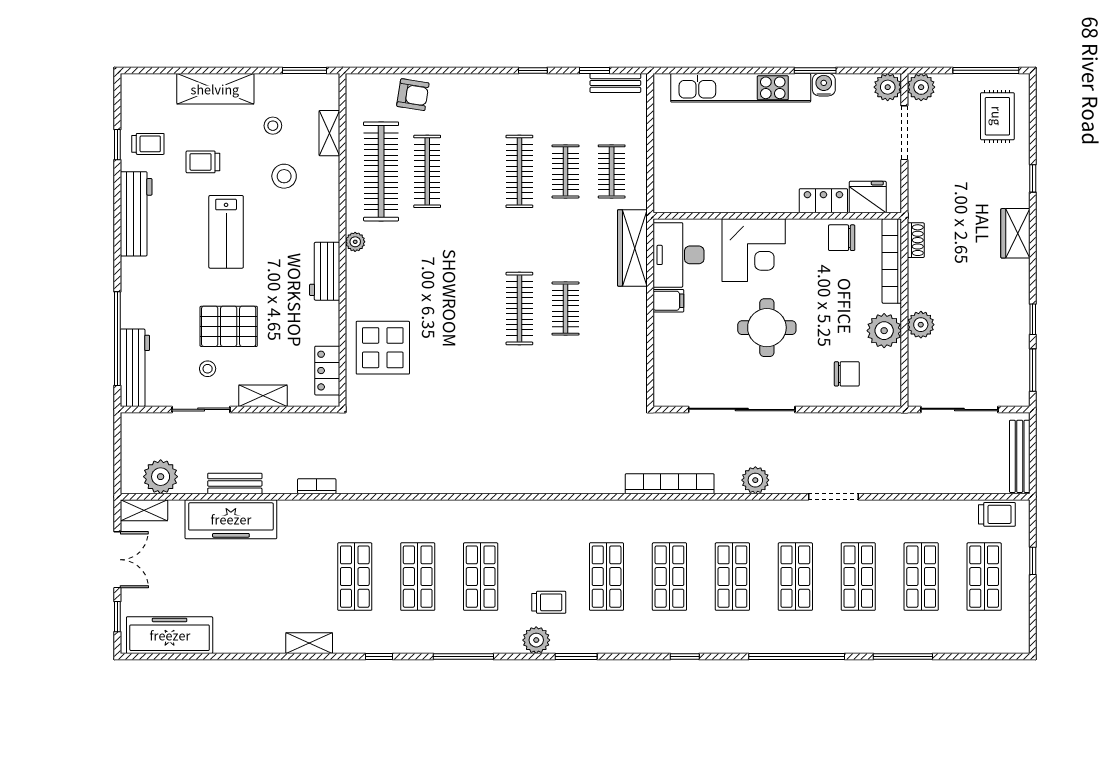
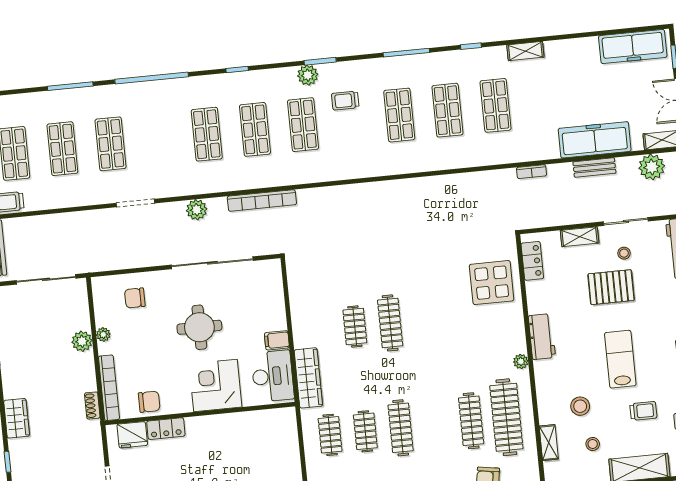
plant: (884, 331) -> (103, 335), width x0.53, depth x0.53
shop shelf: (795, 577) -> (159, 139), removed
plant: (536, 640) -> (308, 75), moved

